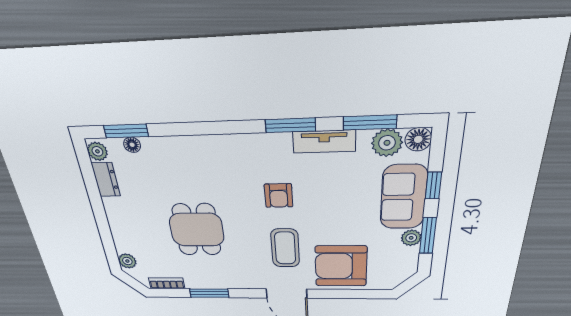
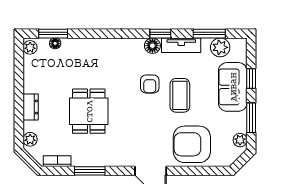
window: (290, 125) -> (160, 34), width x0.67
floor lamp: (418, 139) -> (152, 46), moved
dresser: (106, 180) -> (31, 107), moved
plant: (411, 238) -> (240, 140), moved
coffee table: (285, 248) -> (180, 95), moved

